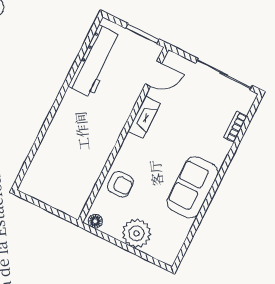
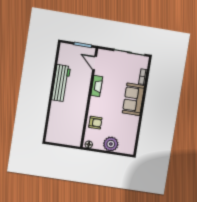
workbench: (95, 61) -> (61, 83), moved
door: (154, 74) -> (95, 63), swing flipped
sofa: (193, 187) -> (133, 99), moved

